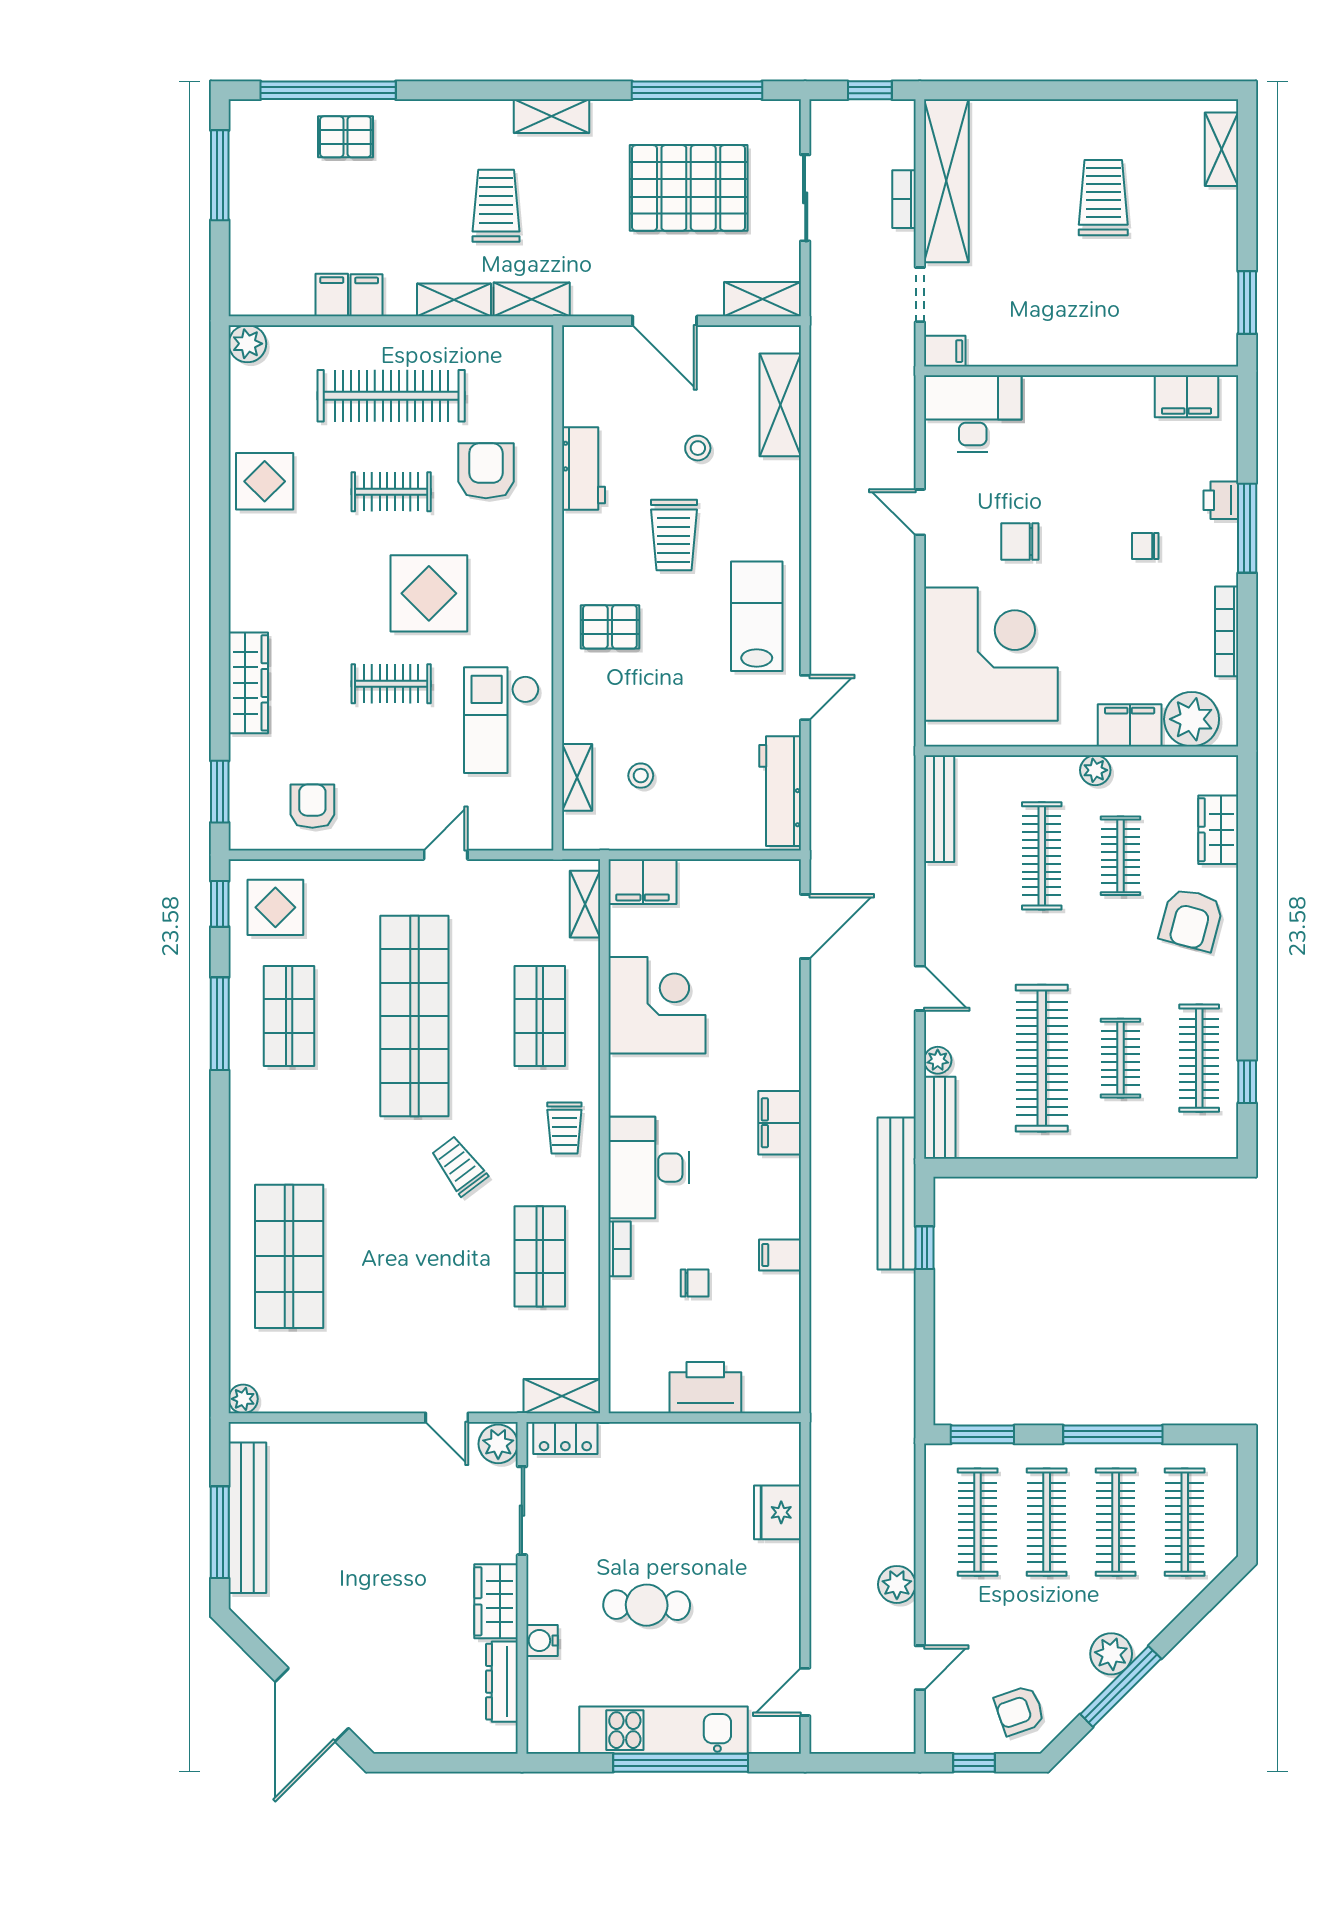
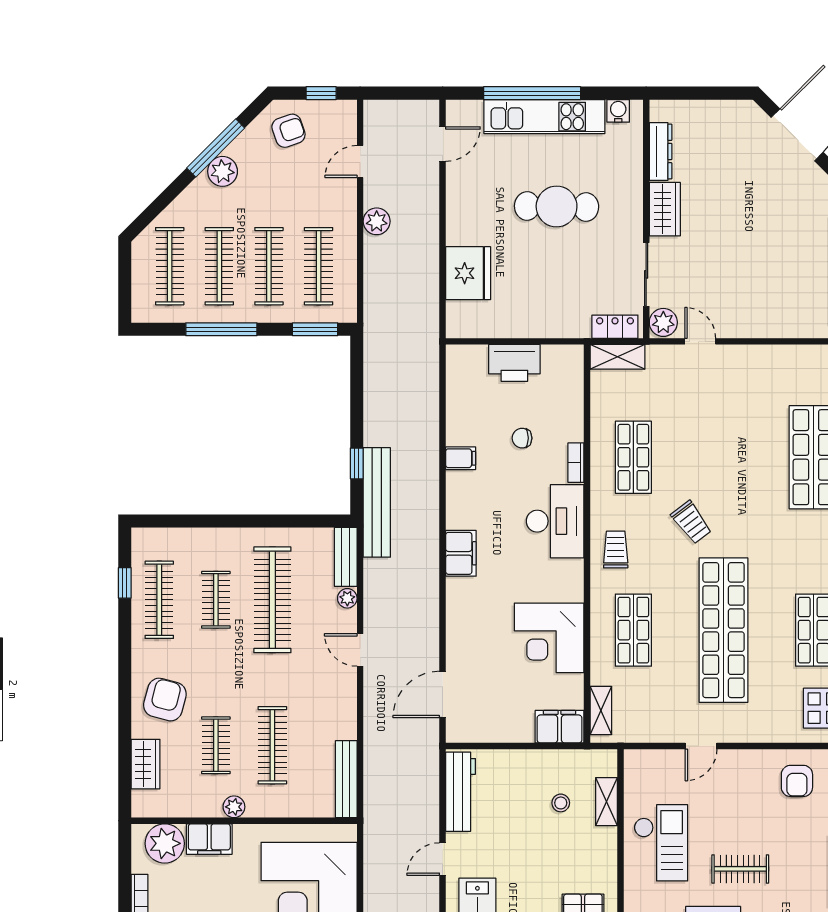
fridge: (777, 1512) -> (468, 273), width x1.36, depth x1.34
cafe table: (647, 1605) -> (557, 207), width x1.37, depth x1.35
water cooler: (542, 1641) -> (618, 111), moved, turned -90

